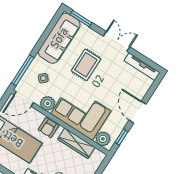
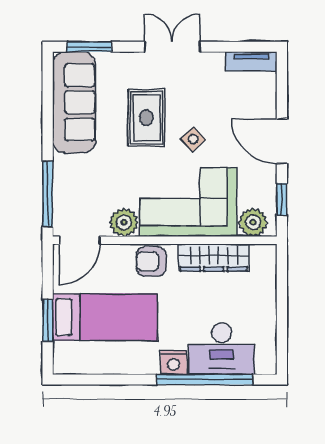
tv unit: (142, 67) -> (251, 61), width x0.71
side table: (43, 78) -> (193, 139), moved
armchair: (48, 128) -> (151, 261), turned 90

